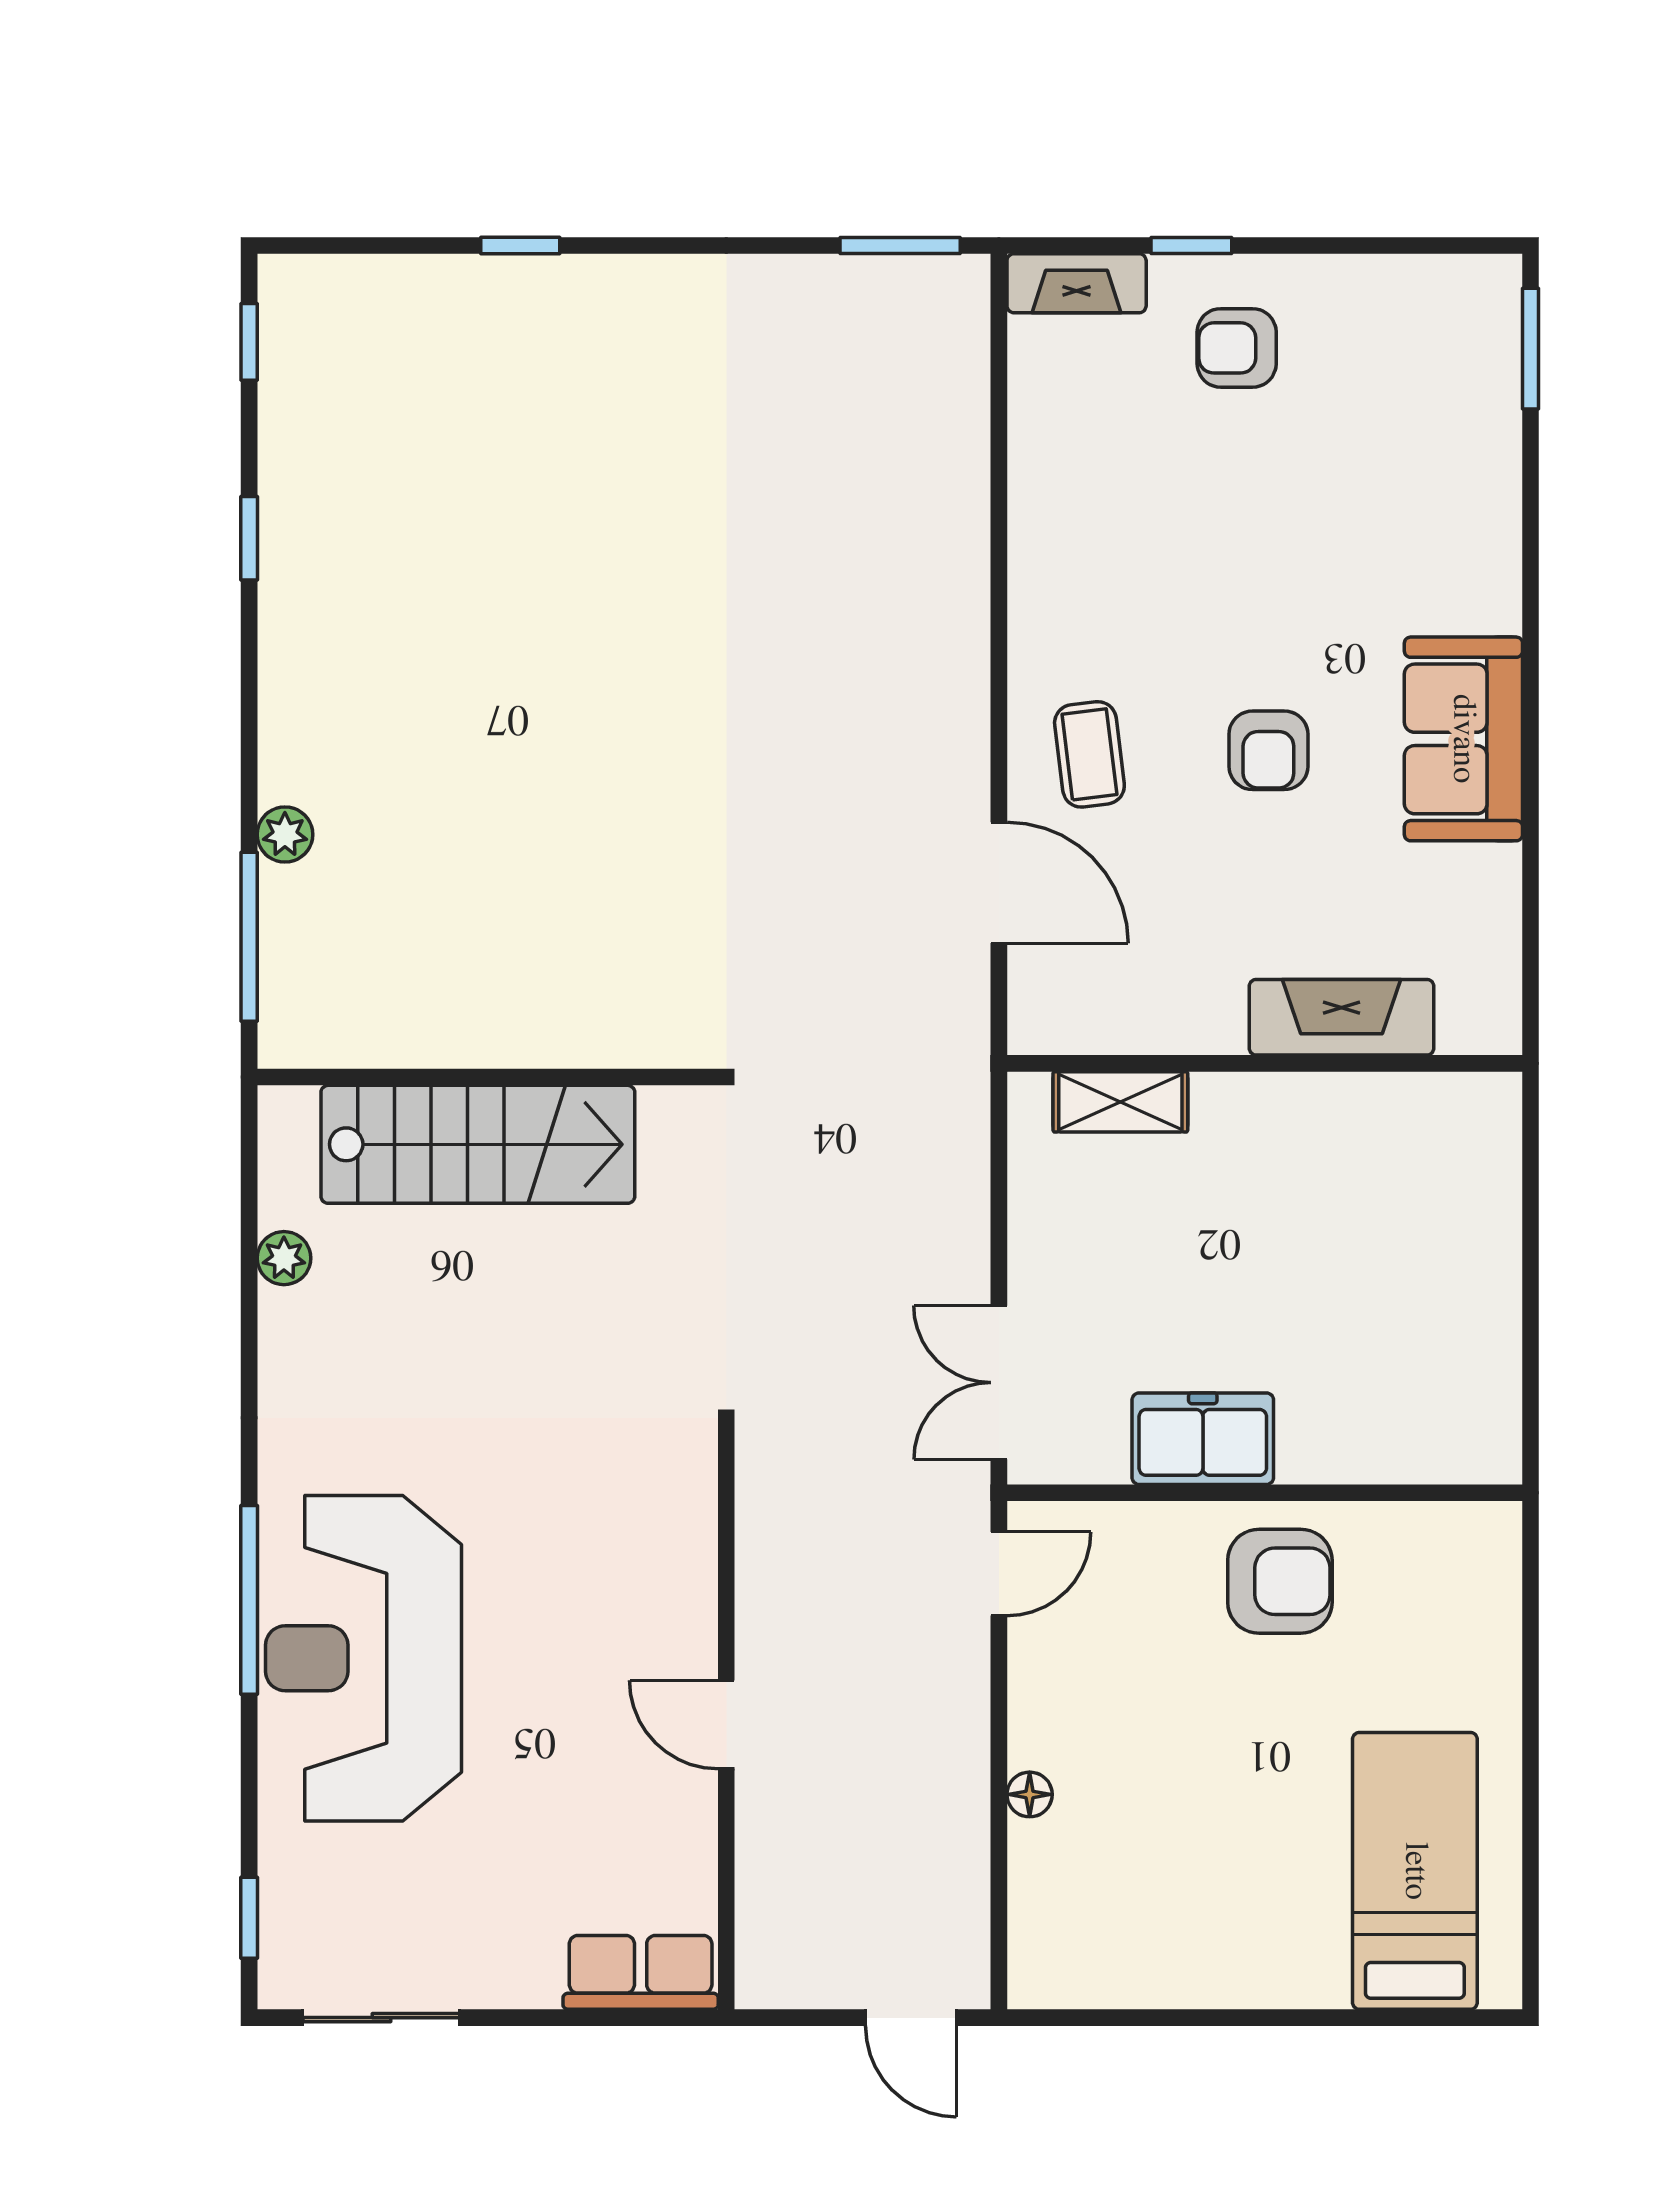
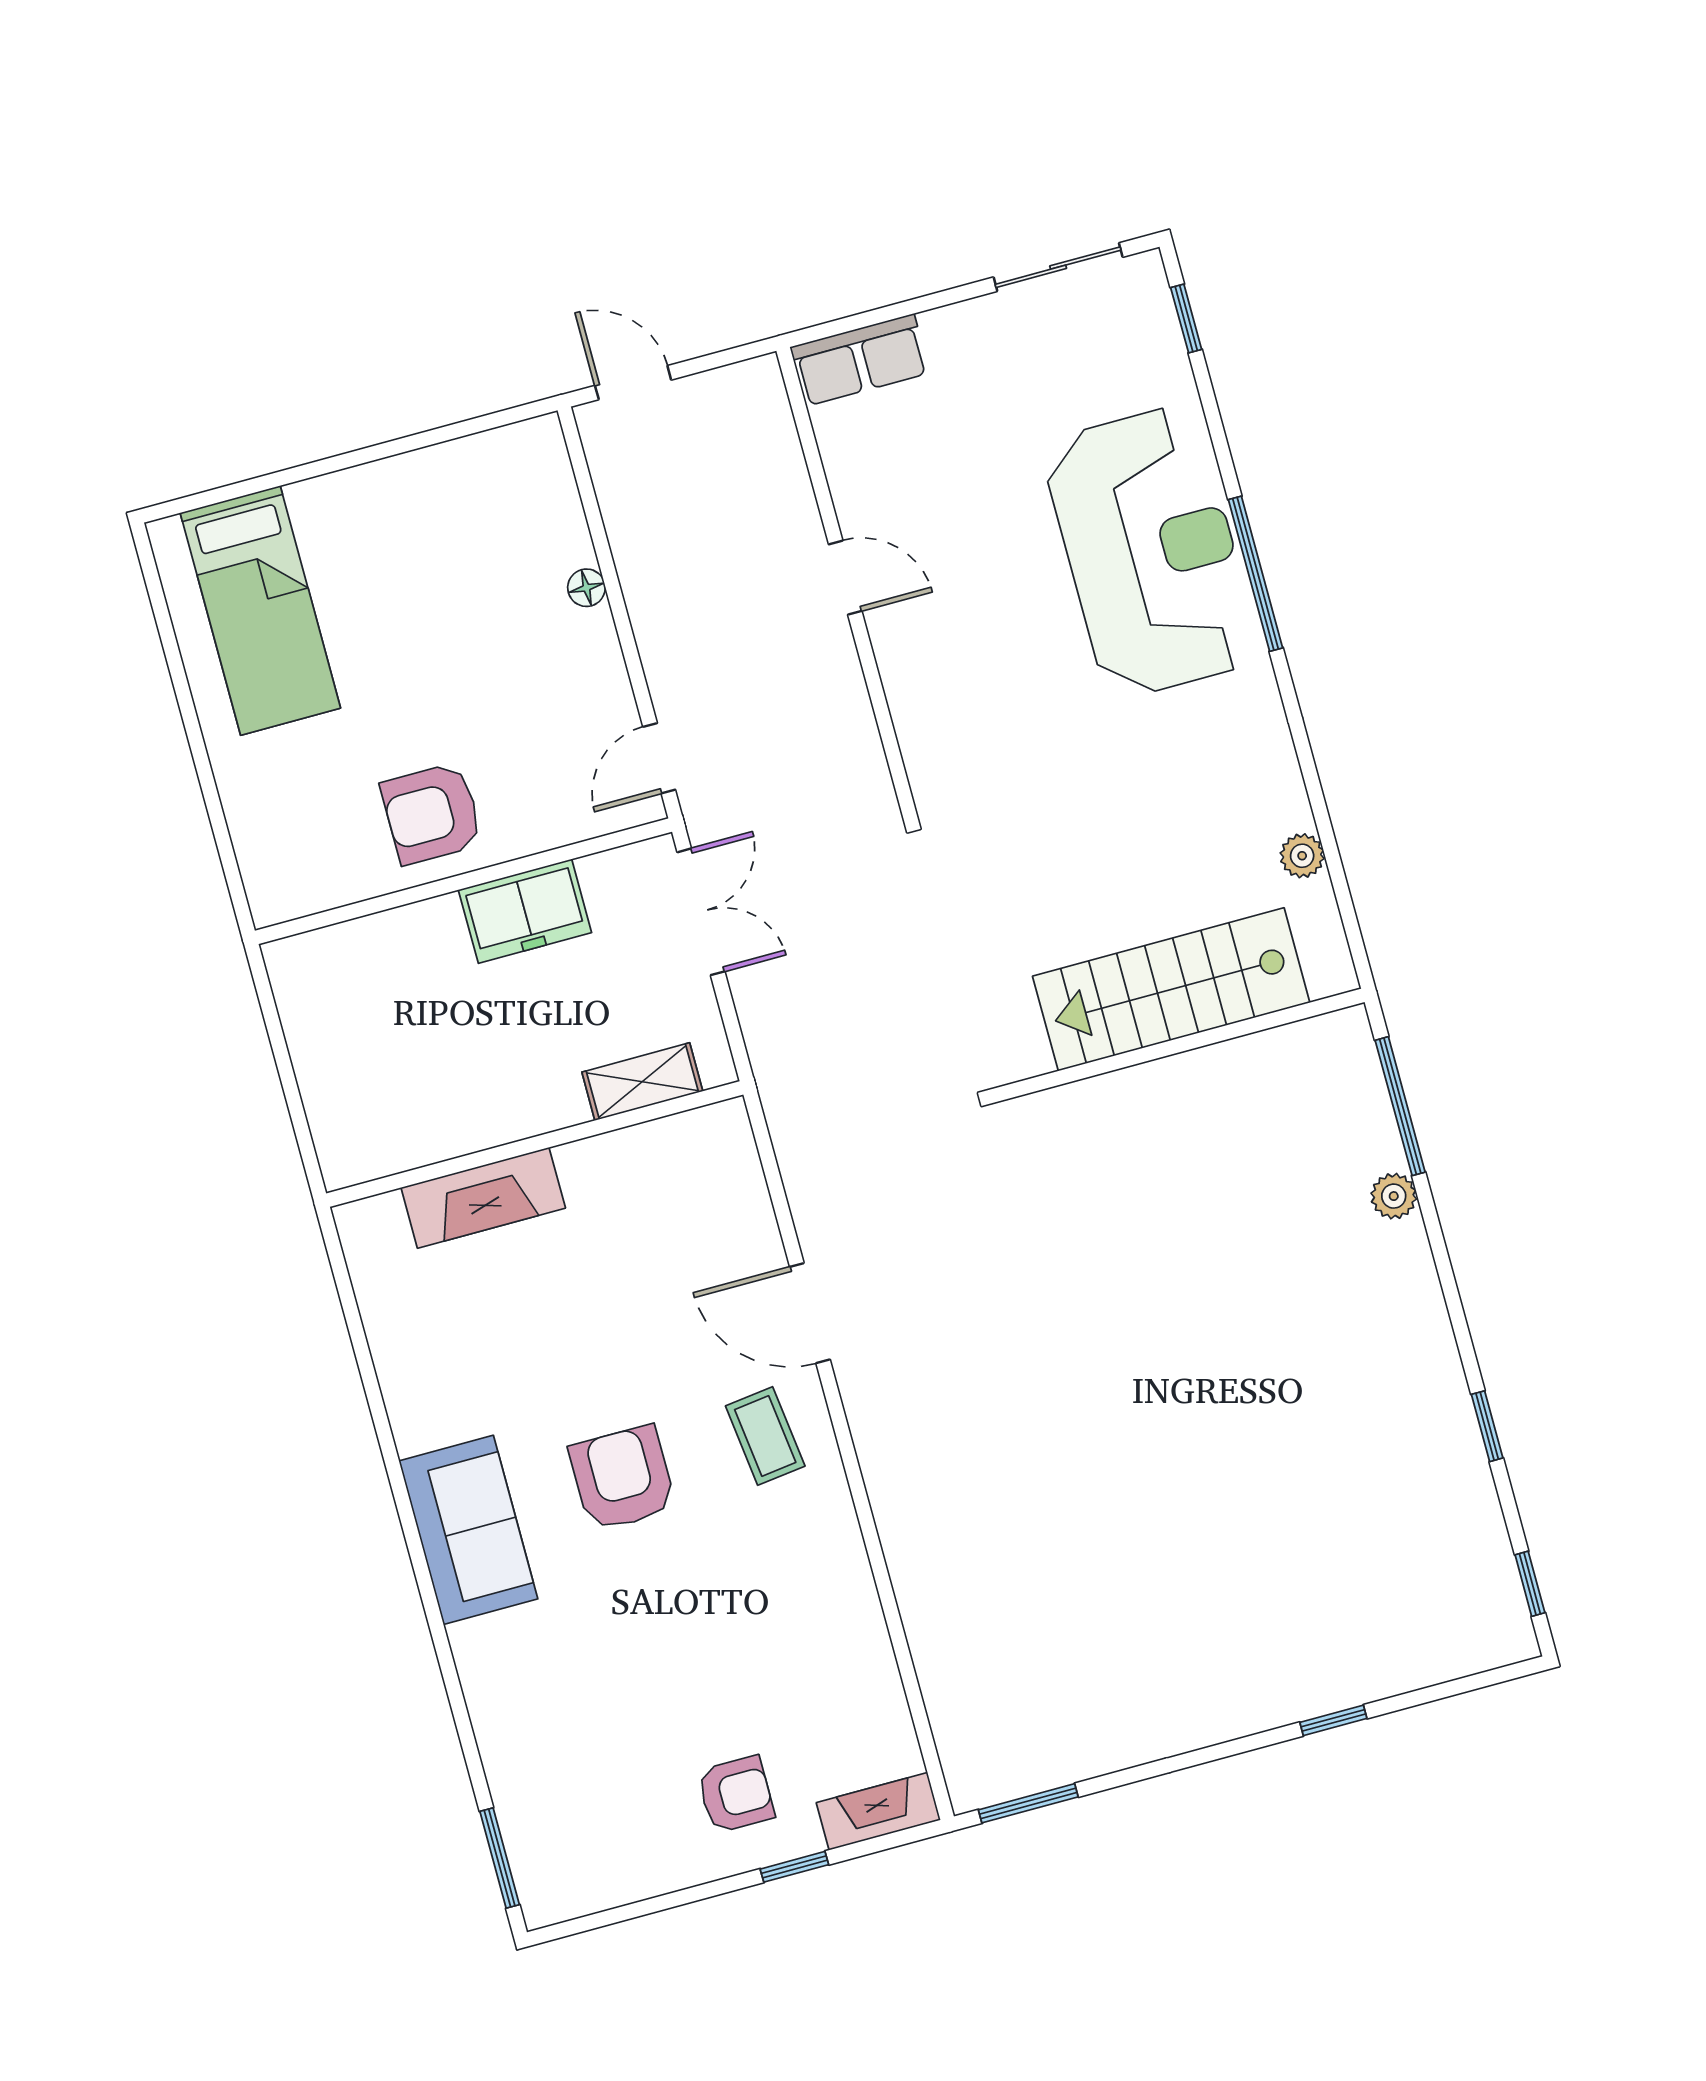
armchair: (1268, 750) -> (622, 1478), width x1.38, depth x1.38
fireplace: (1342, 1017) -> (483, 1198), moved
wall: (1265, 1063) -> (535, 1144), moved
shelving: (1120, 1102) -> (642, 1082), moved

